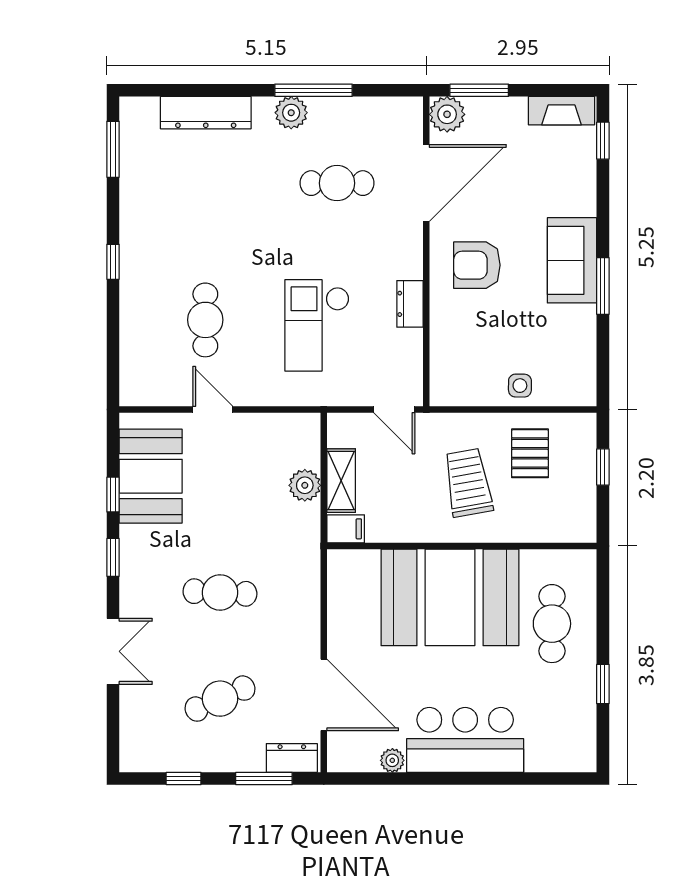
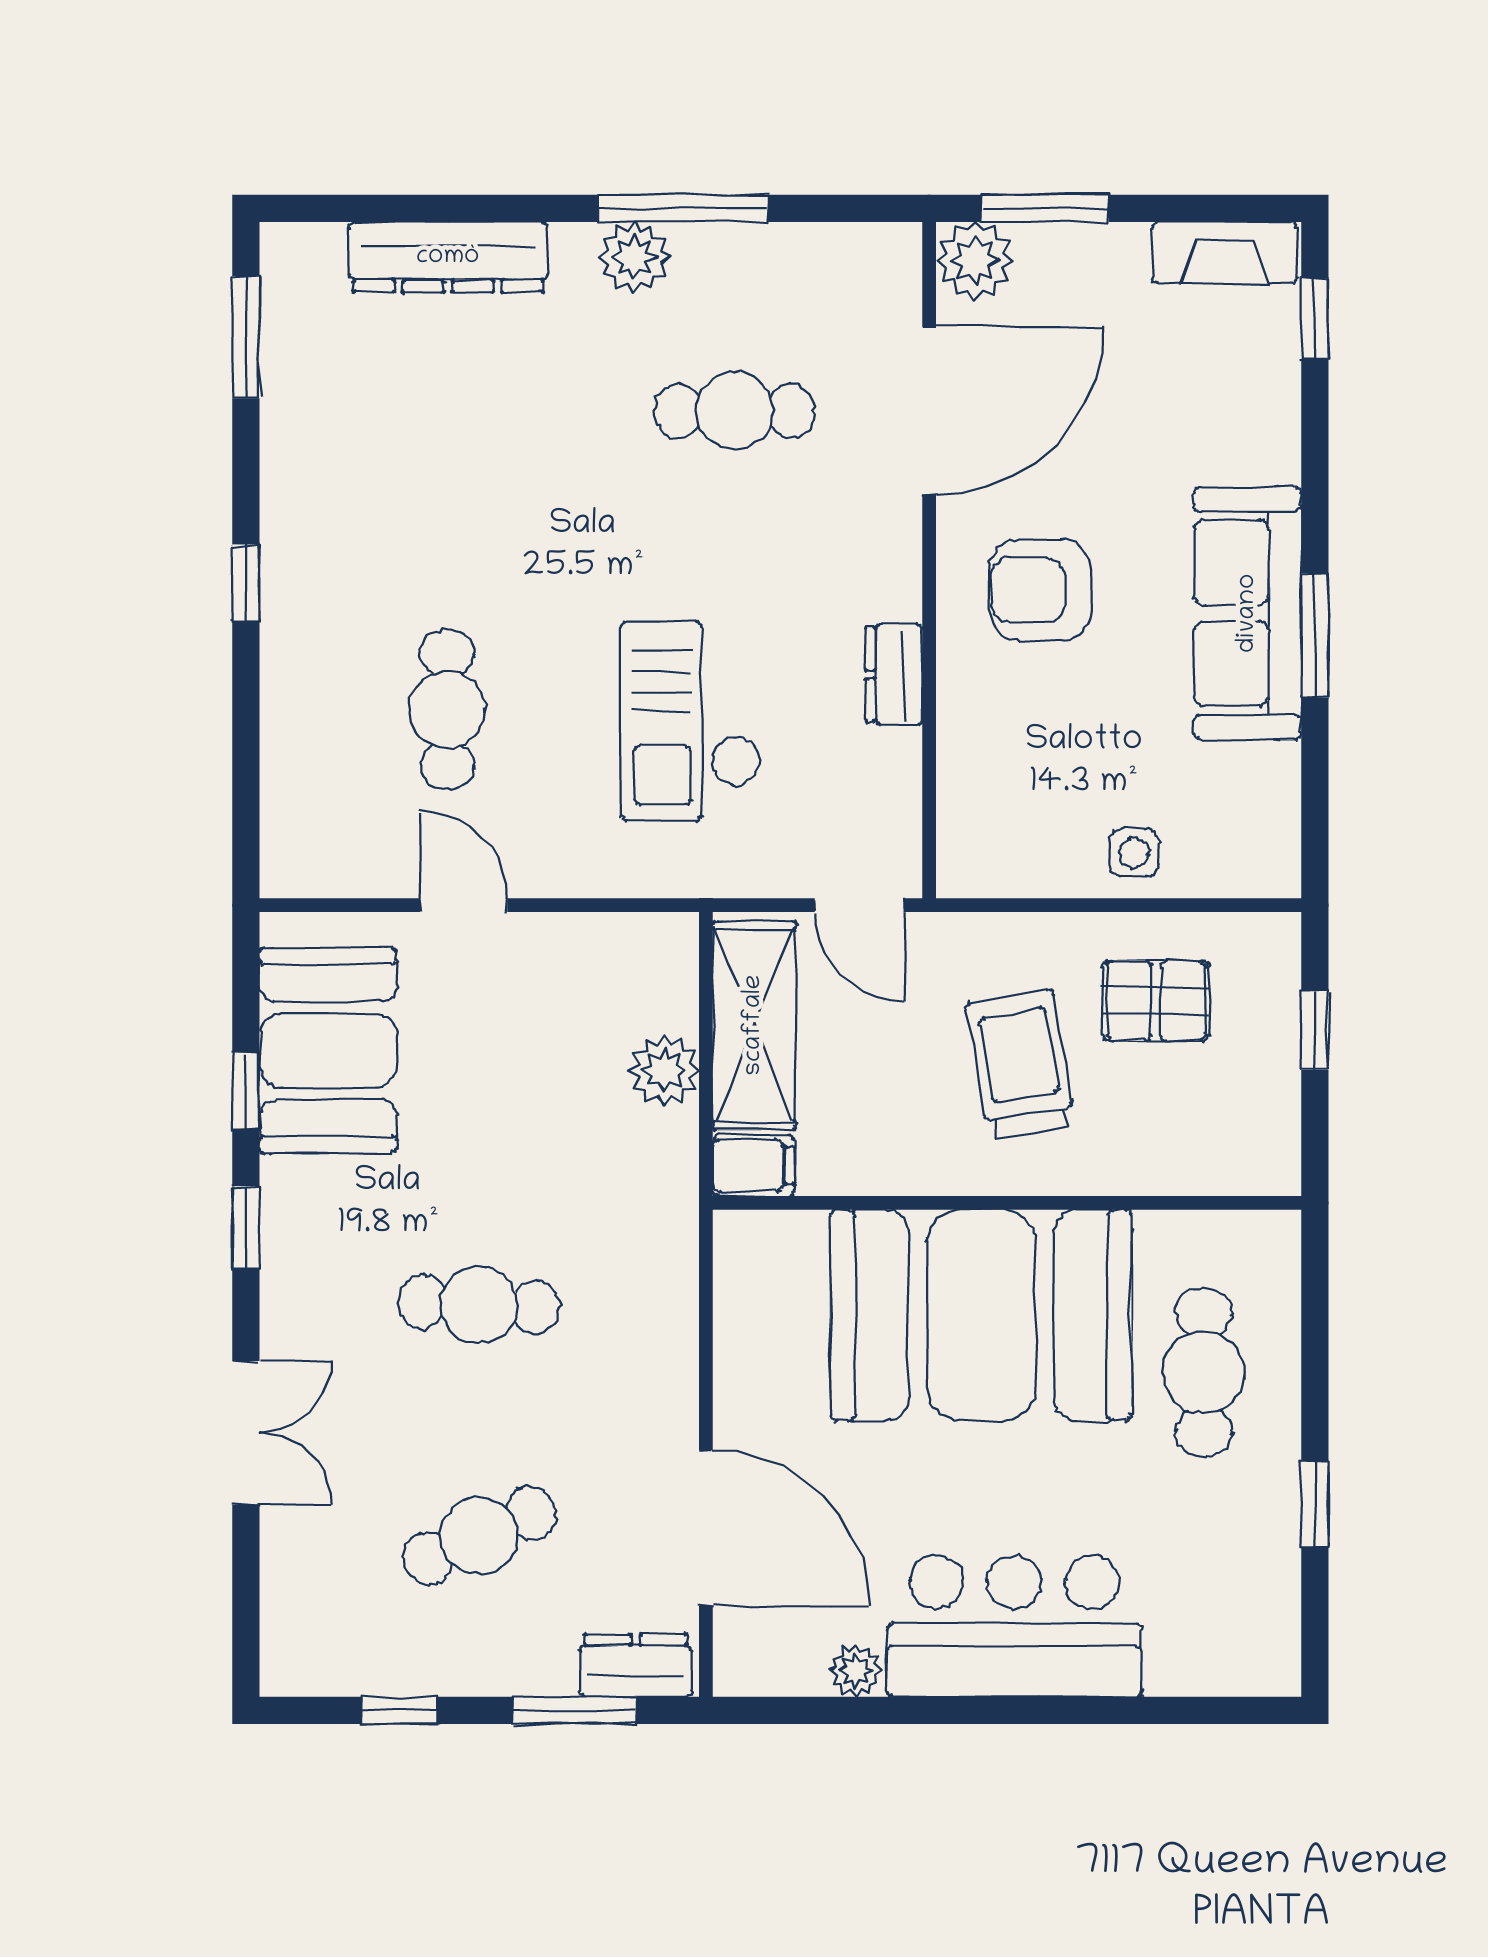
sofa: (572, 260) -> (1248, 613), width x1.36
pallet: (530, 453) -> (1156, 1001), turned 90
shelving: (341, 481) -> (754, 1025), width x1.50, depth x1.33

